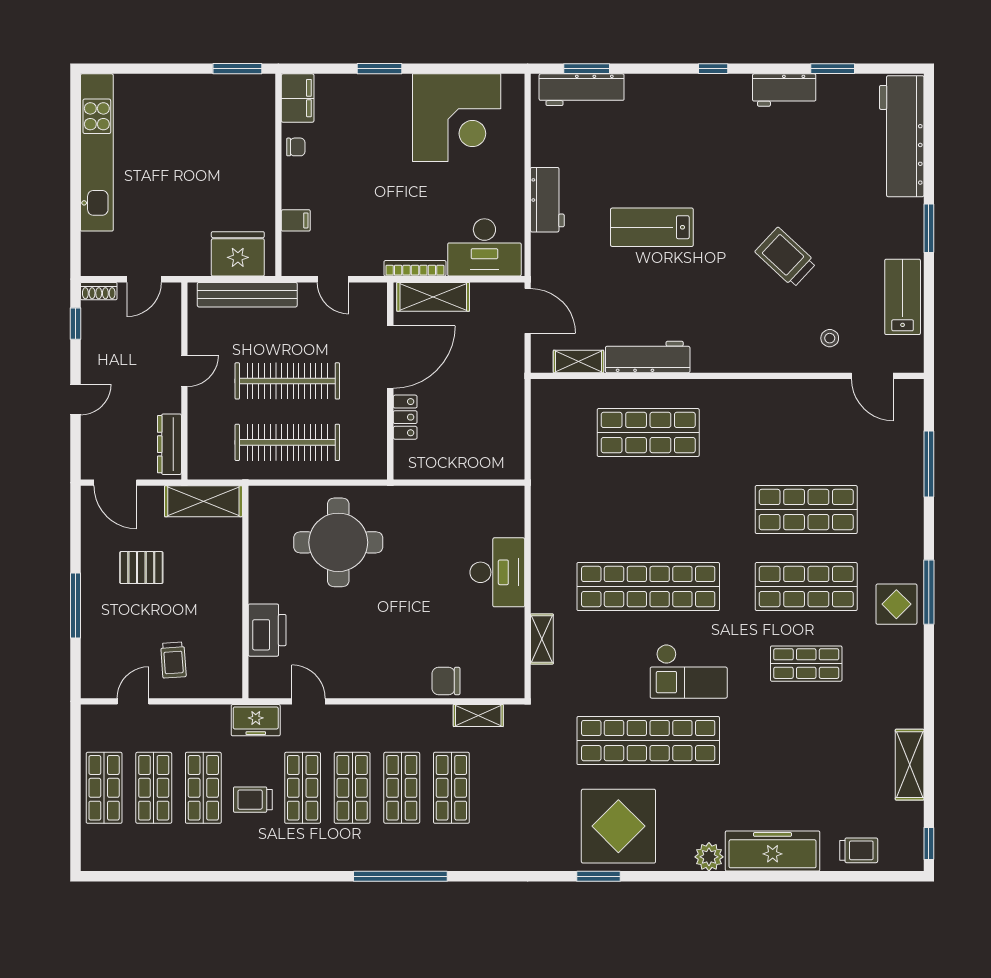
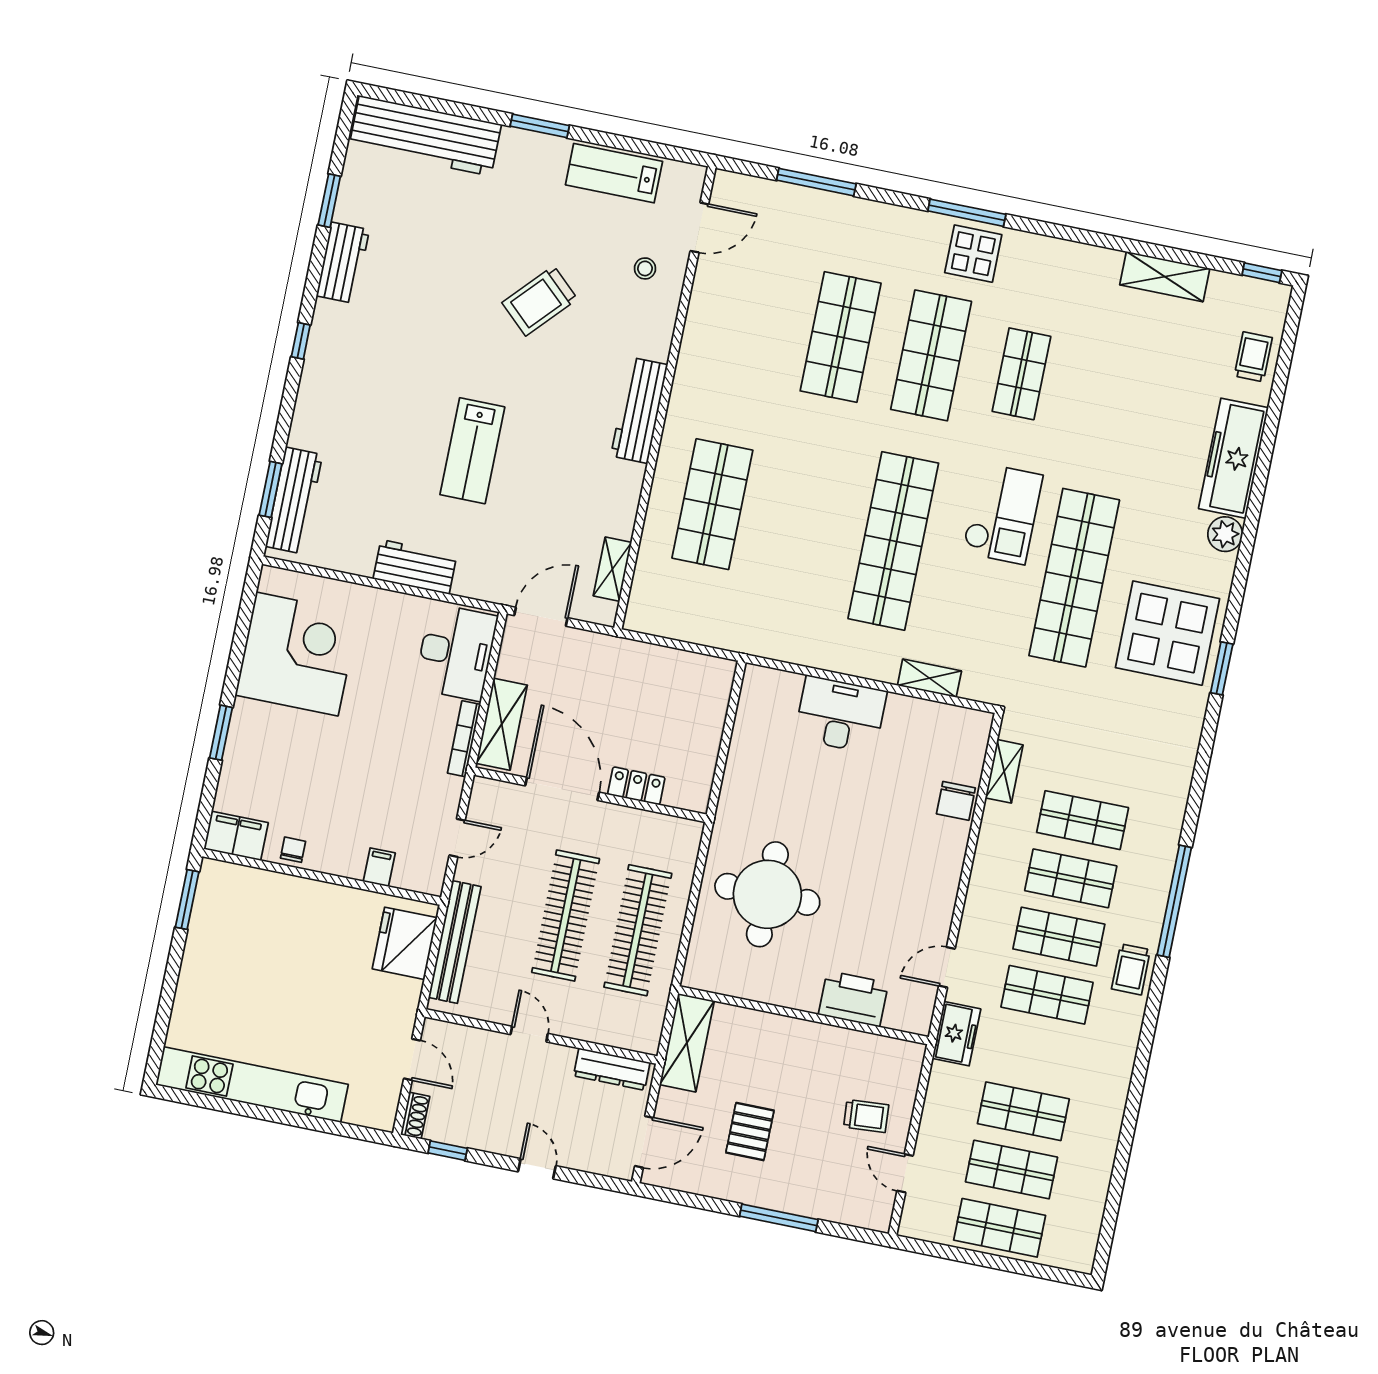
workbench: (648, 357) -> (639, 410), moved
trolley: (253, 800) -> (1131, 969), moved

